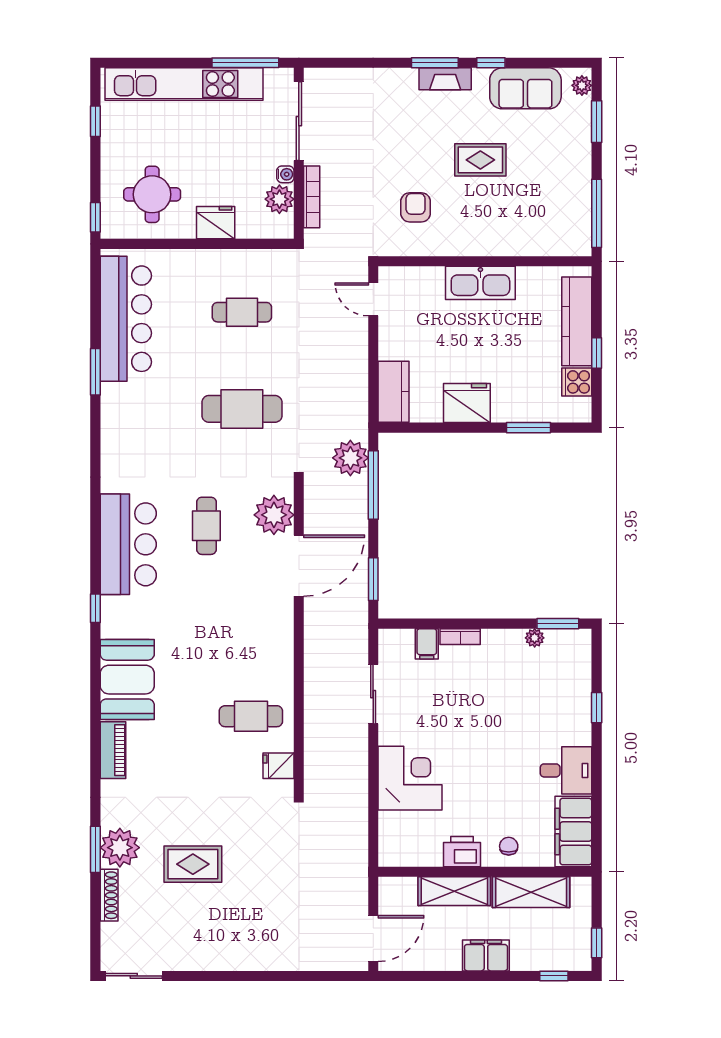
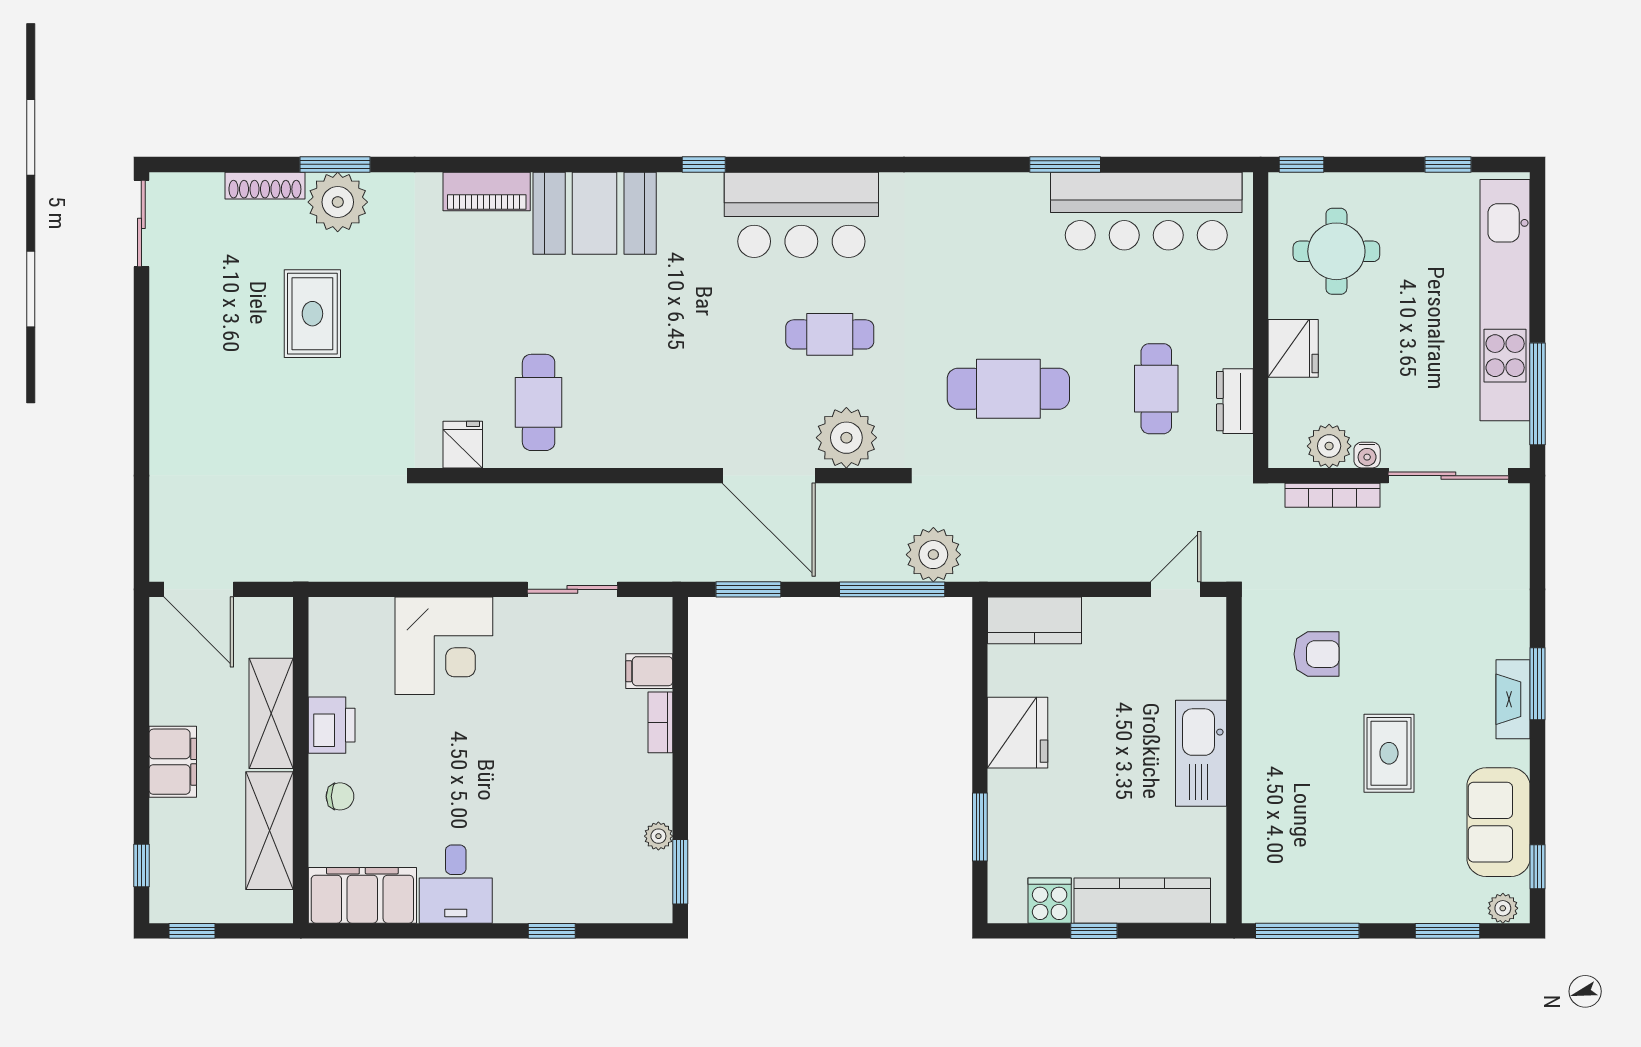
window: (491, 63) -> (1538, 867), moved
dresser: (250, 261) -> (1235, 401), added
cafe table: (242, 409) -> (1008, 389), turned 90

